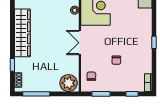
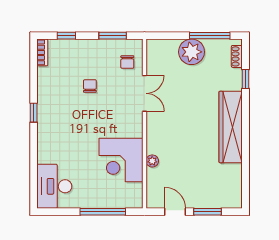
double door: (80, 43) -> (144, 93), moved
plant: (69, 83) -> (192, 52), moved

